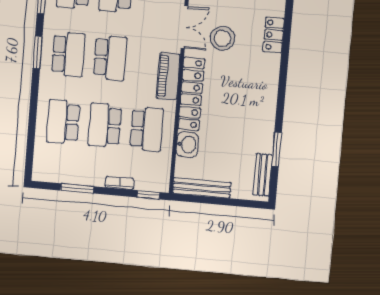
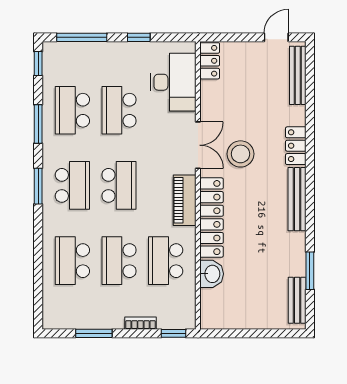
school desk: (147, 129) -> (166, 261), turned 180
bench: (202, 188) -> (297, 199), moved, turned 90

